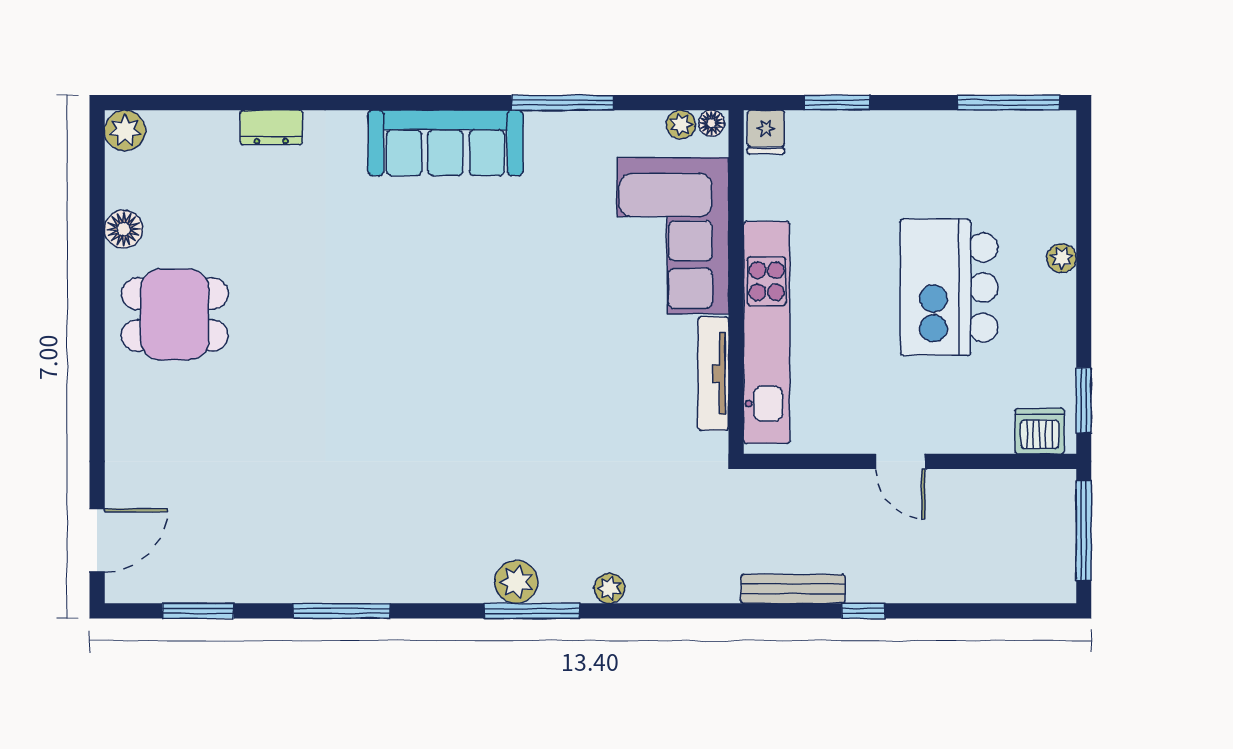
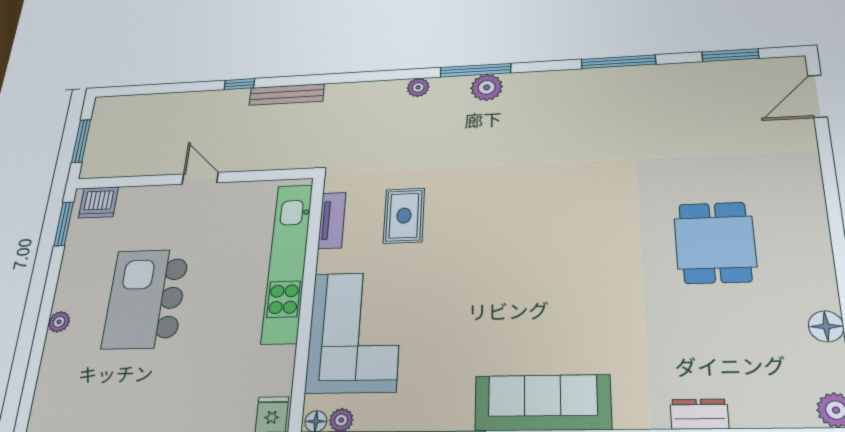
kitchen island: (949, 287) -> (146, 298), turned 180
dining table: (175, 315) -> (715, 243), moved, turned 90
tv unit: (713, 374) -> (332, 220), width x0.71
rug: (619, 393) -> (404, 216), added
window: (1084, 530) -> (81, 141), width x0.69

